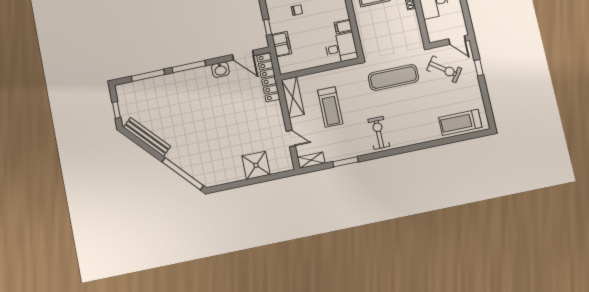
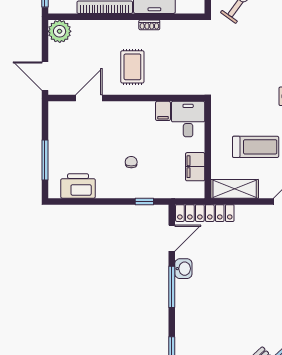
filing cabinet: (282, 44) -> (195, 167), moved, turned -90
window: (189, 67) -> (172, 287), moved
exercise mat: (393, 77) -> (236, 65), removed

